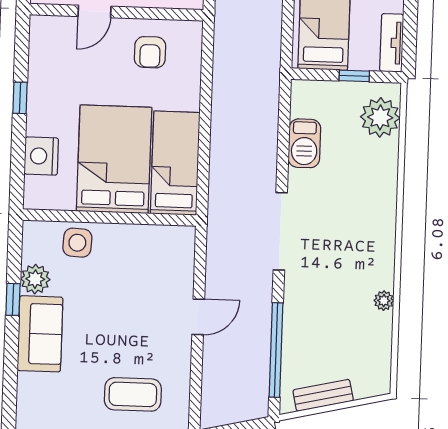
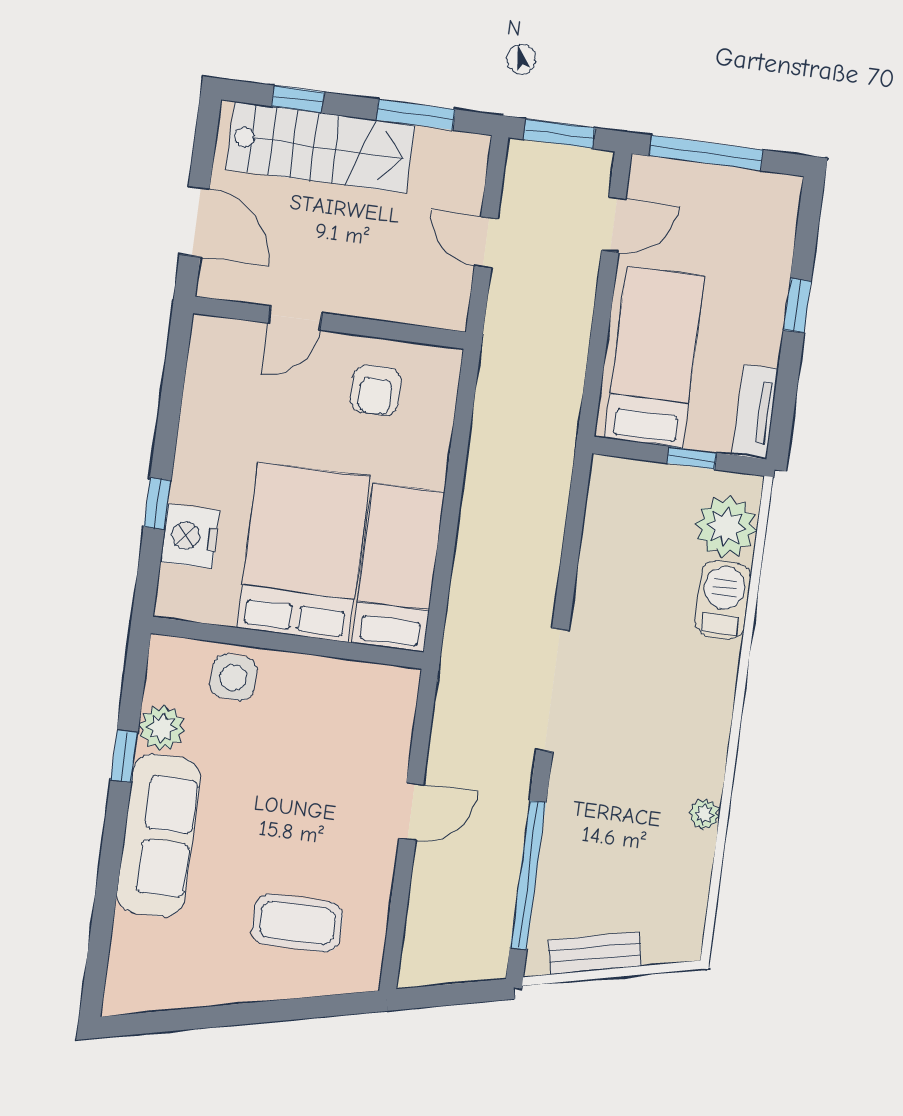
window: (20, 98) -> (157, 504), moved
barbecue: (304, 143) -> (723, 600), moved, turned 180
sofa: (40, 334) -> (158, 835), width x1.36

